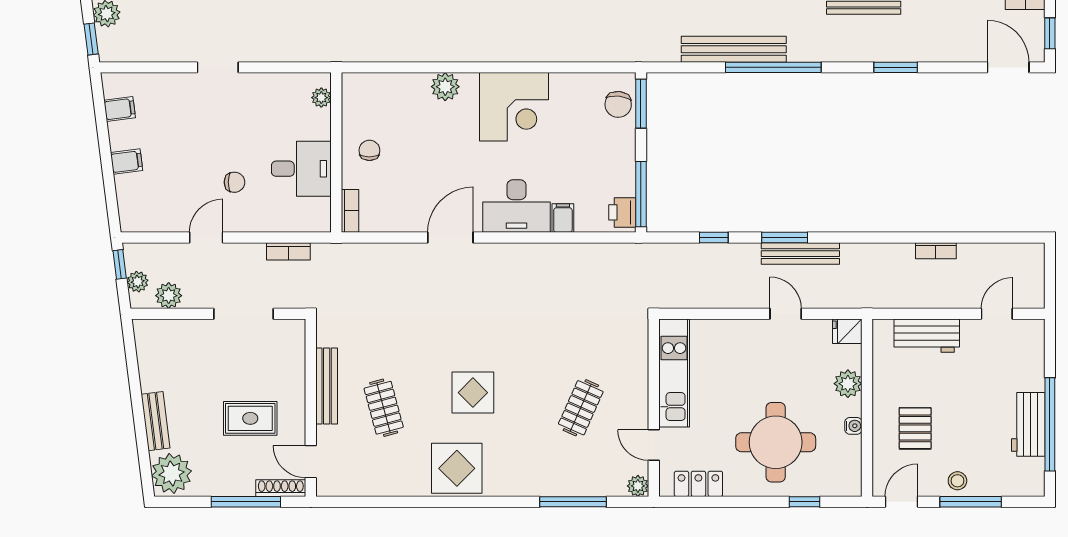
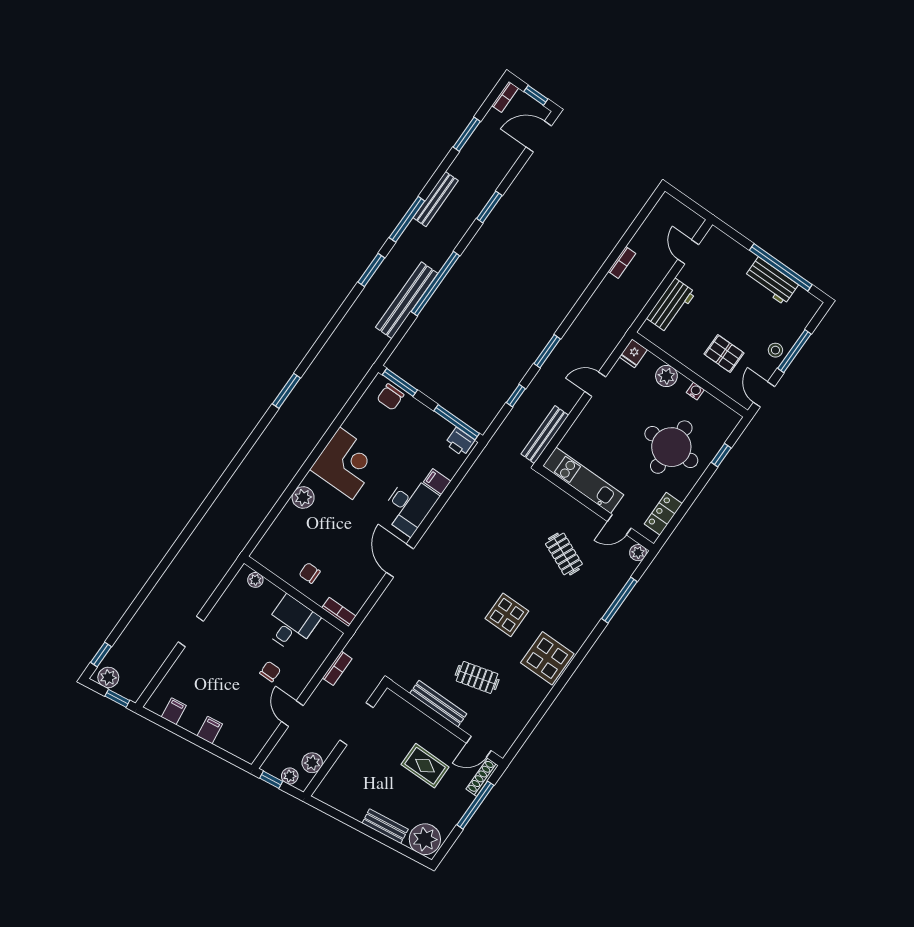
chair: (618, 104) -> (390, 397), turned 84
bench: (800, 254) -> (545, 435), moved
rug: (250, 418) -> (425, 766), turned 90

